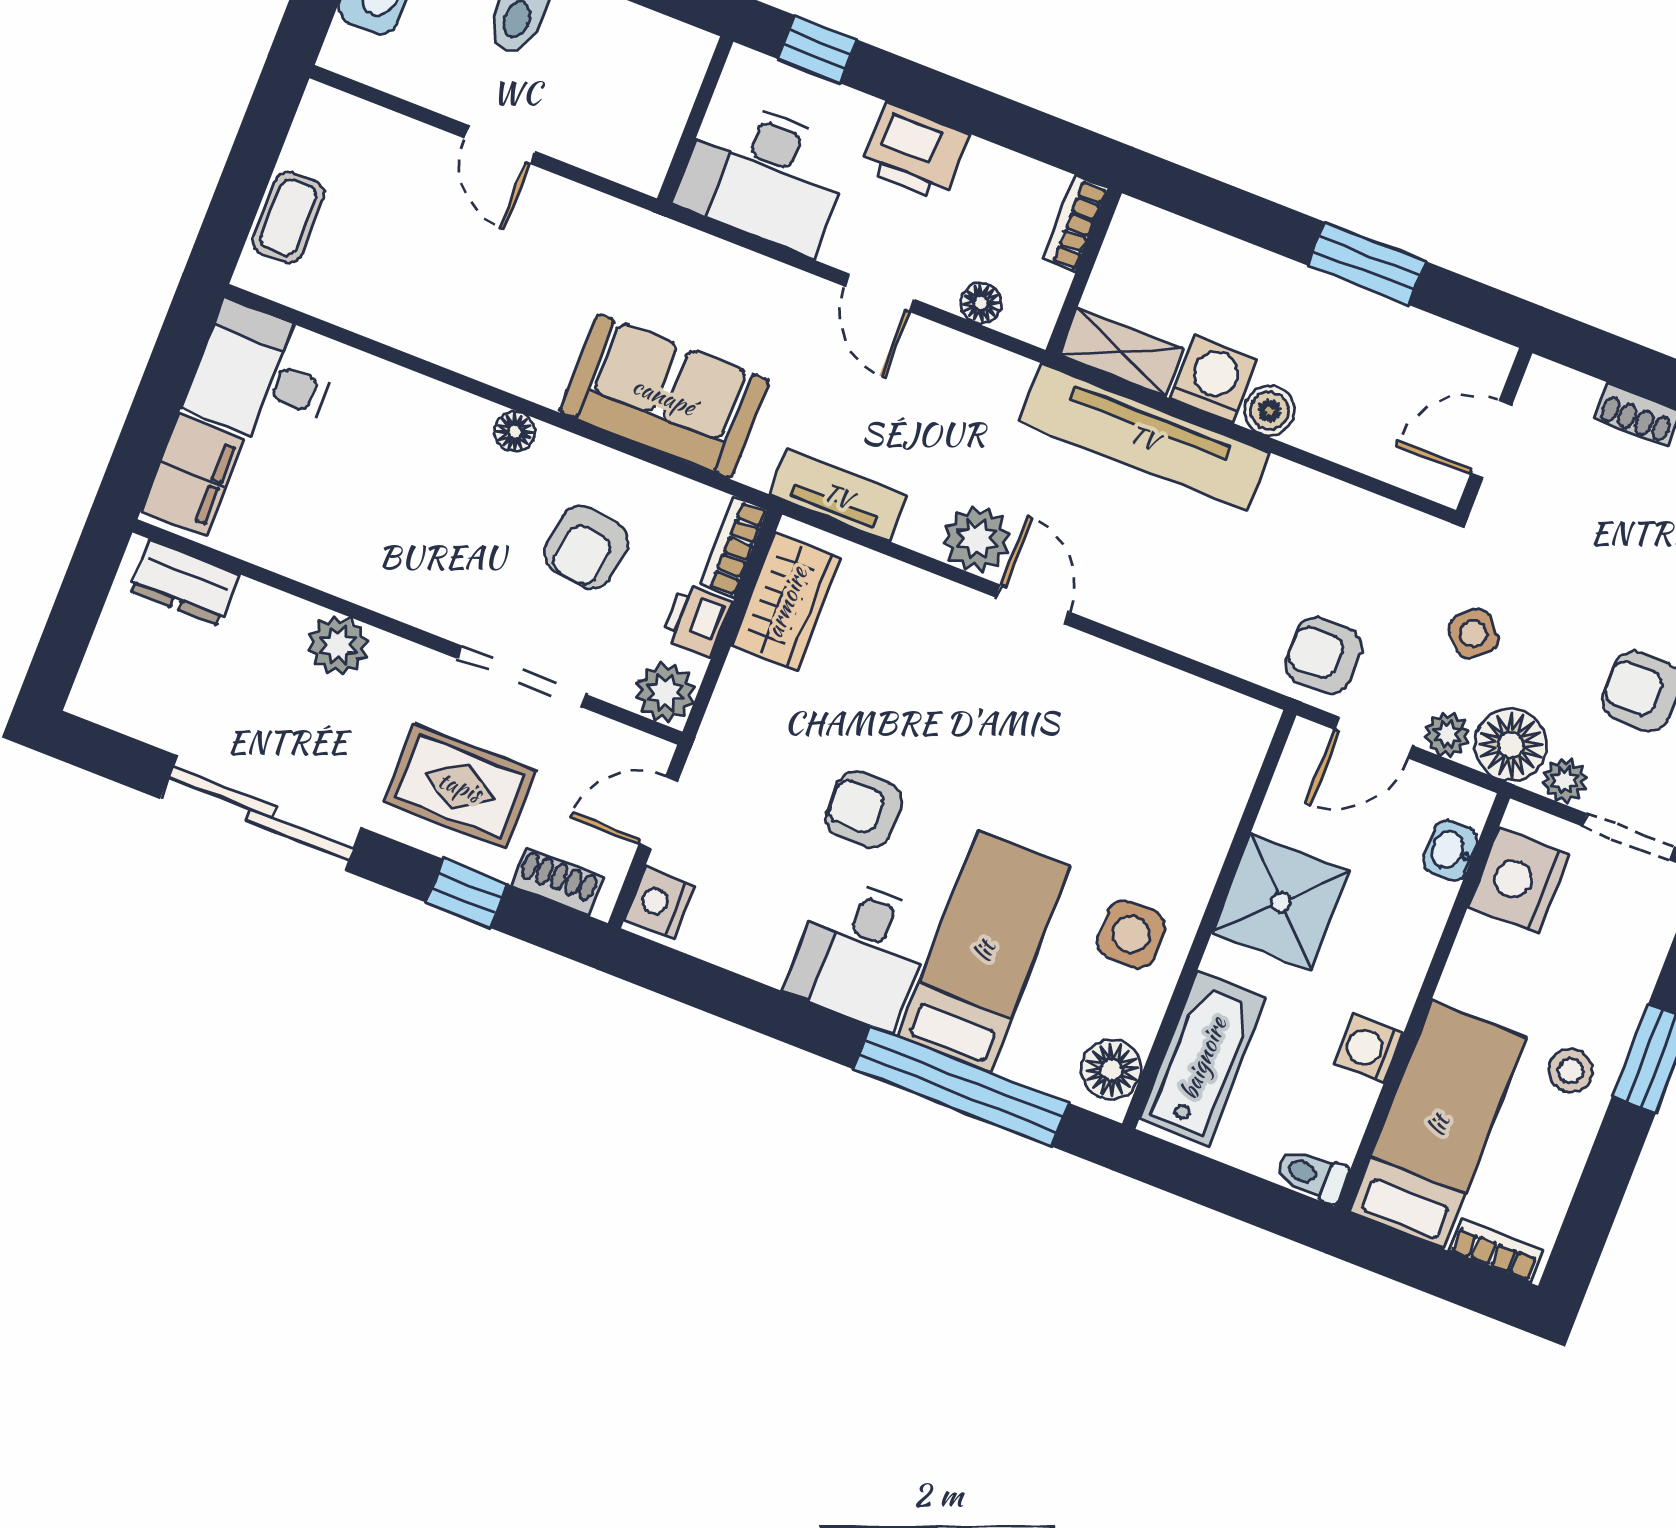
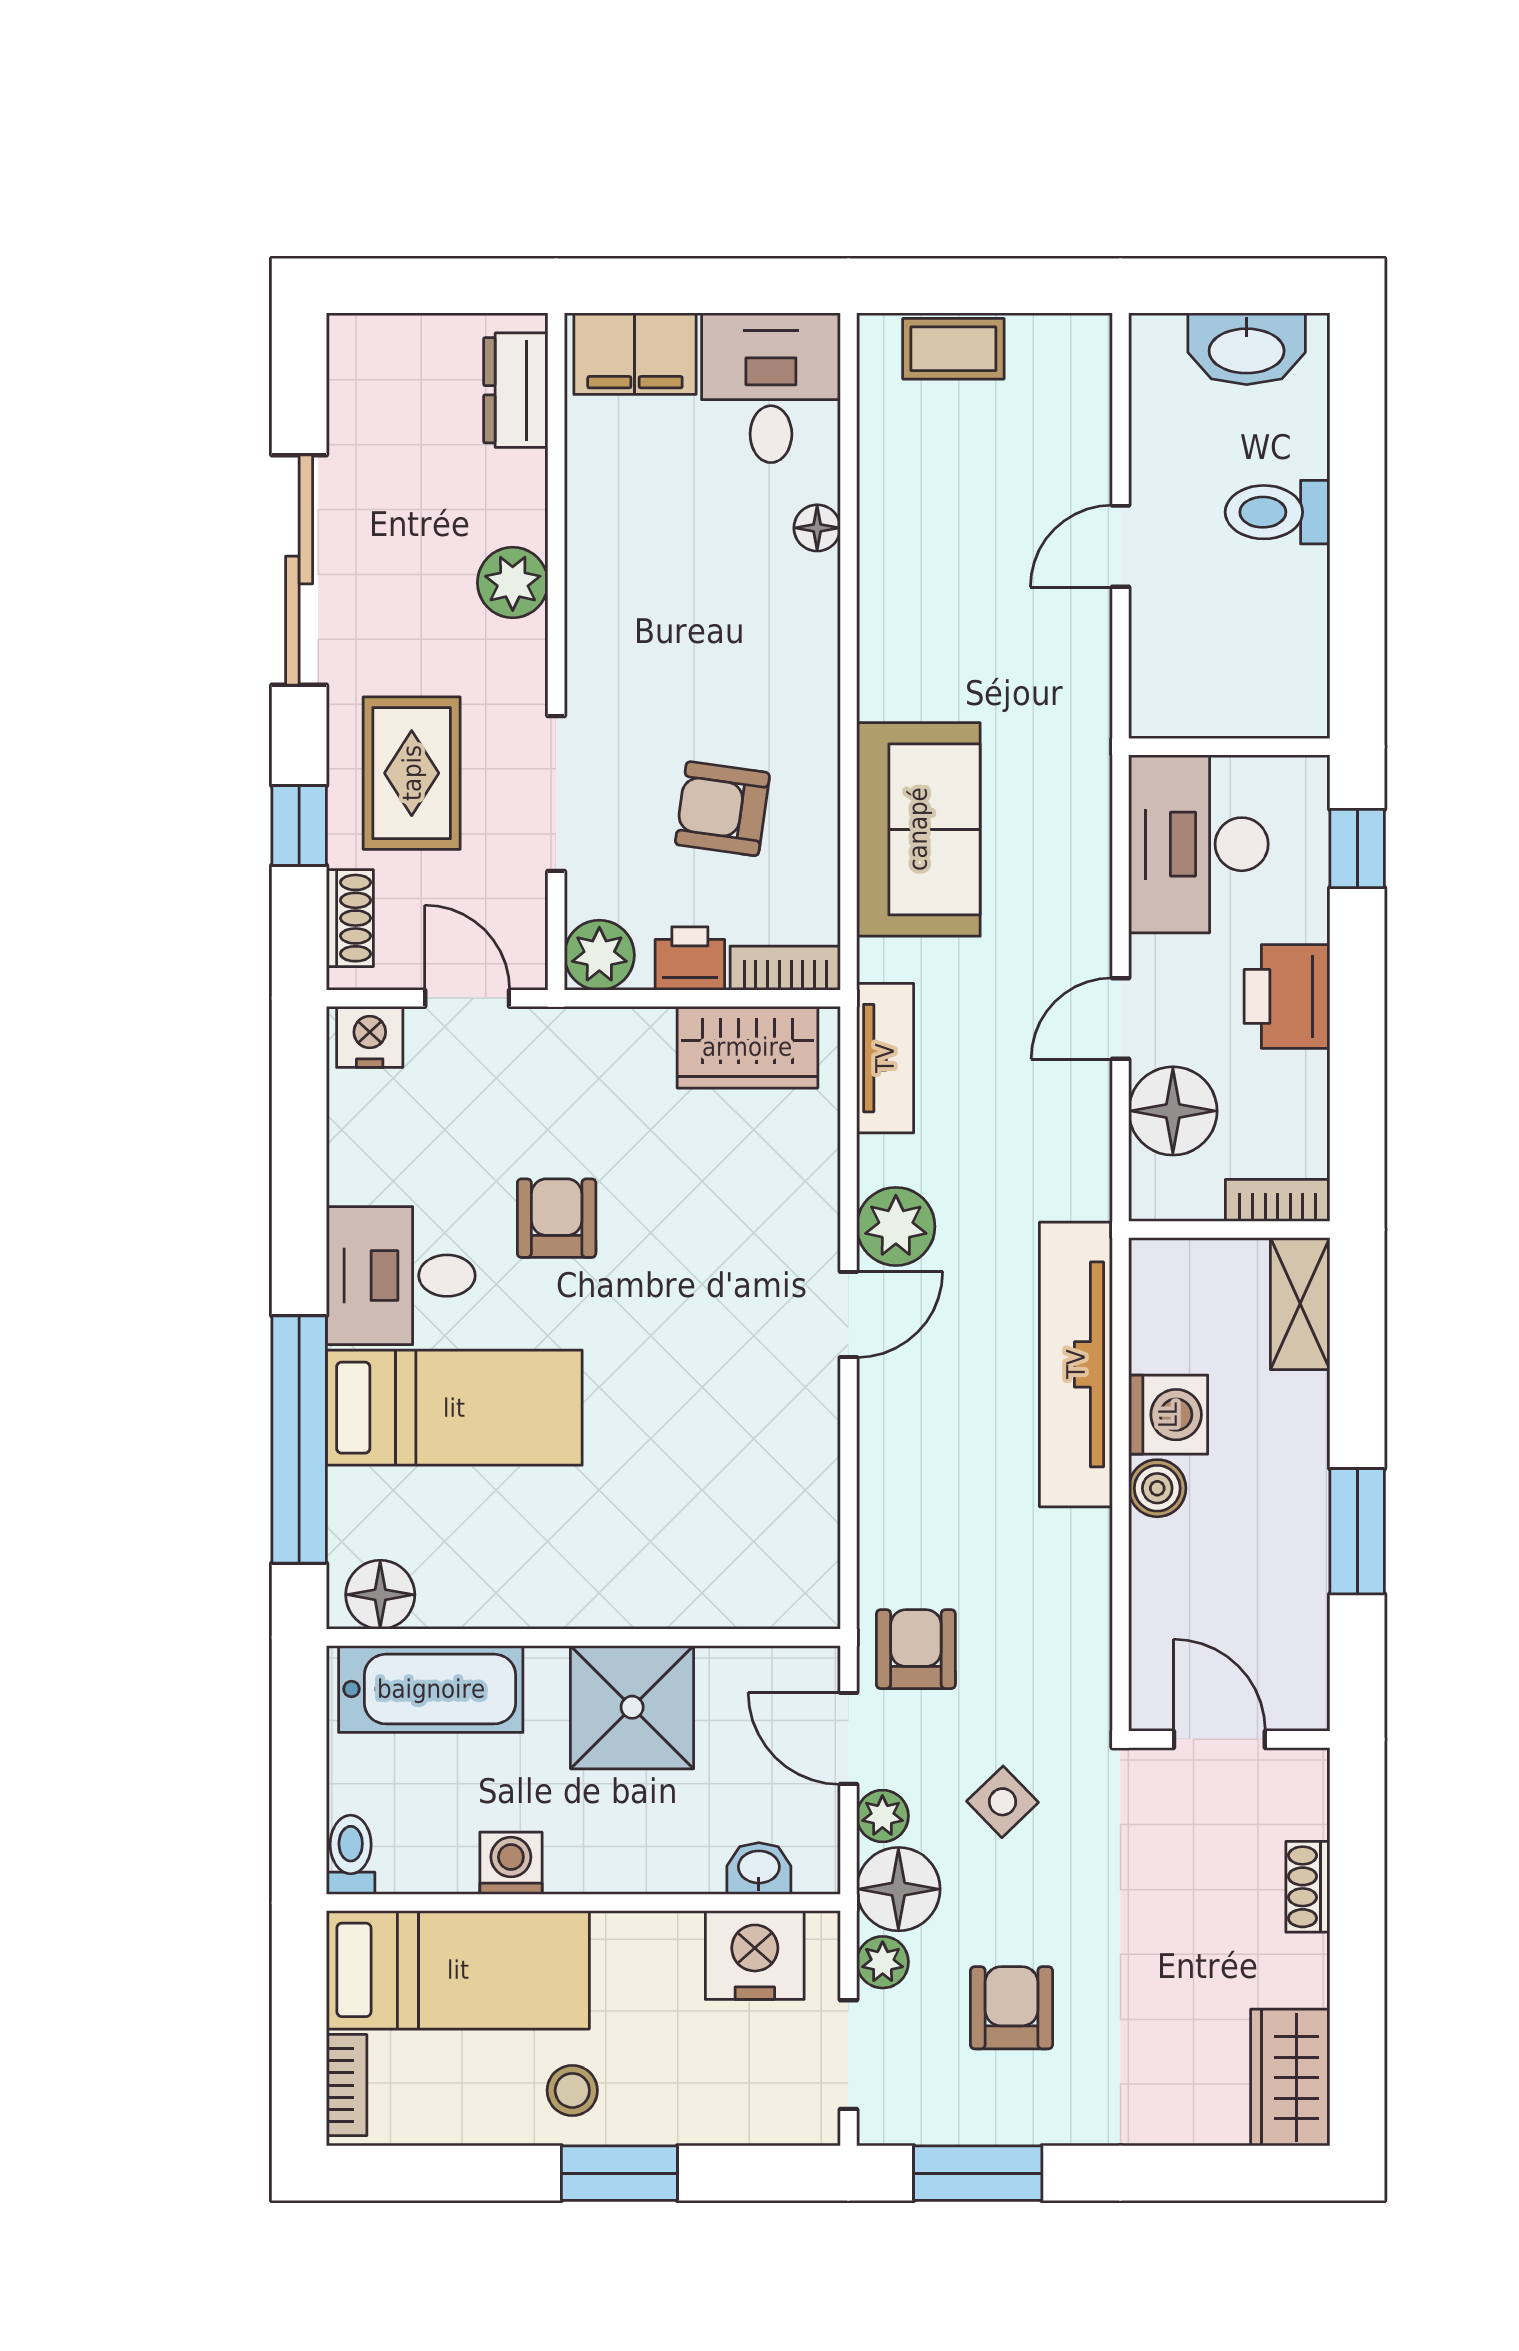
floor lamp: (981, 303) -> (1173, 1111), width x1.89, depth x1.89
shelving: (1121, 352) -> (1300, 1304), moved
floor lamp: (515, 432) -> (817, 528), moved
side table: (1131, 934) -> (534, 1559), removed

